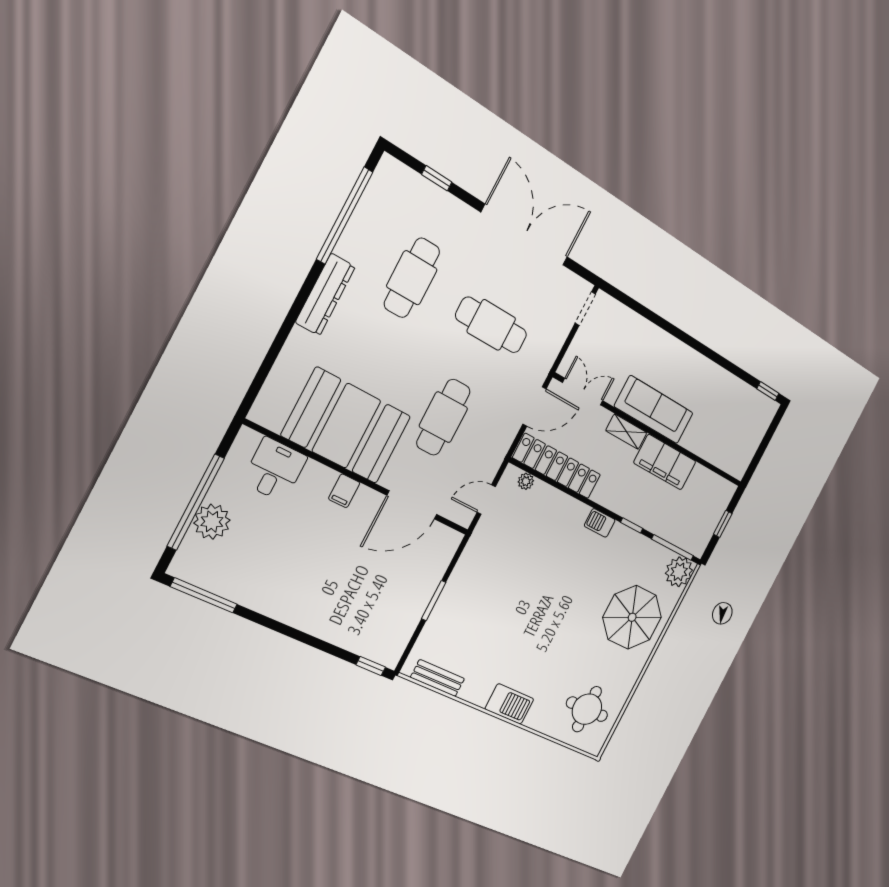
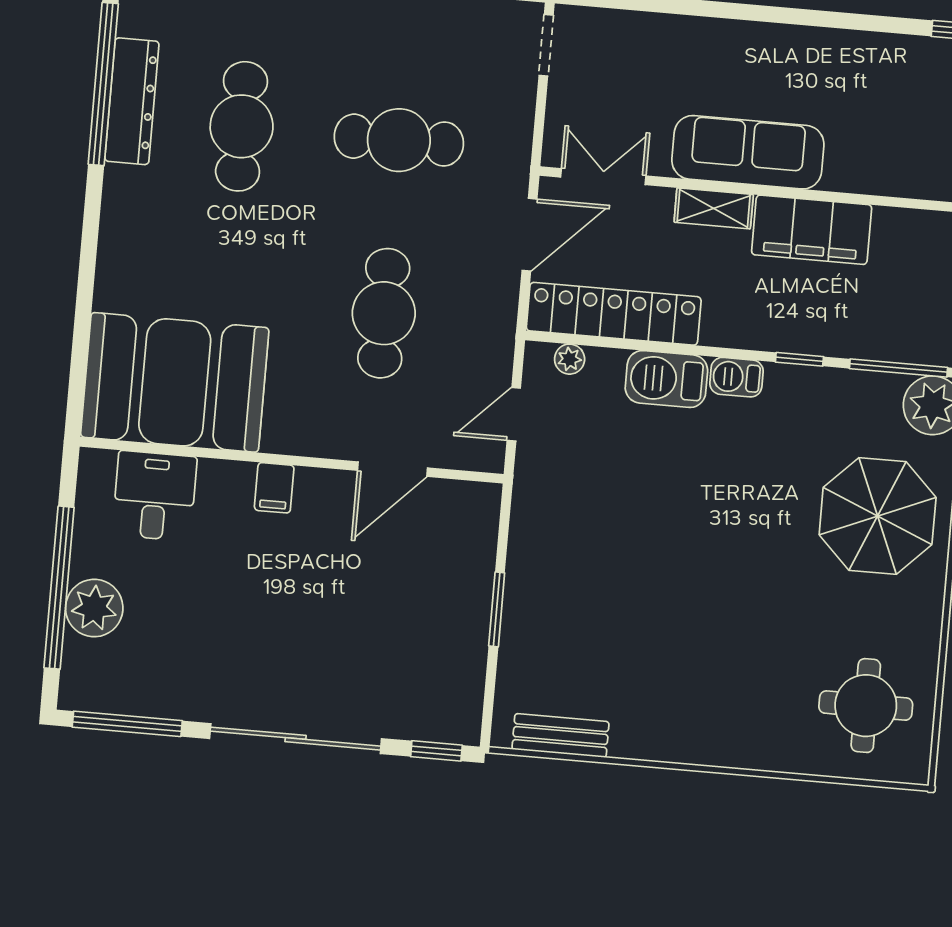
dresser: (325, 295) -> (132, 101), moved
booth: (347, 426) -> (175, 382), moved
door: (412, 505) -> (393, 469), width x0.73
sliding door: (298, 635) -> (296, 739), added
barbecue: (509, 704) -> (666, 379), moved, turned 180

